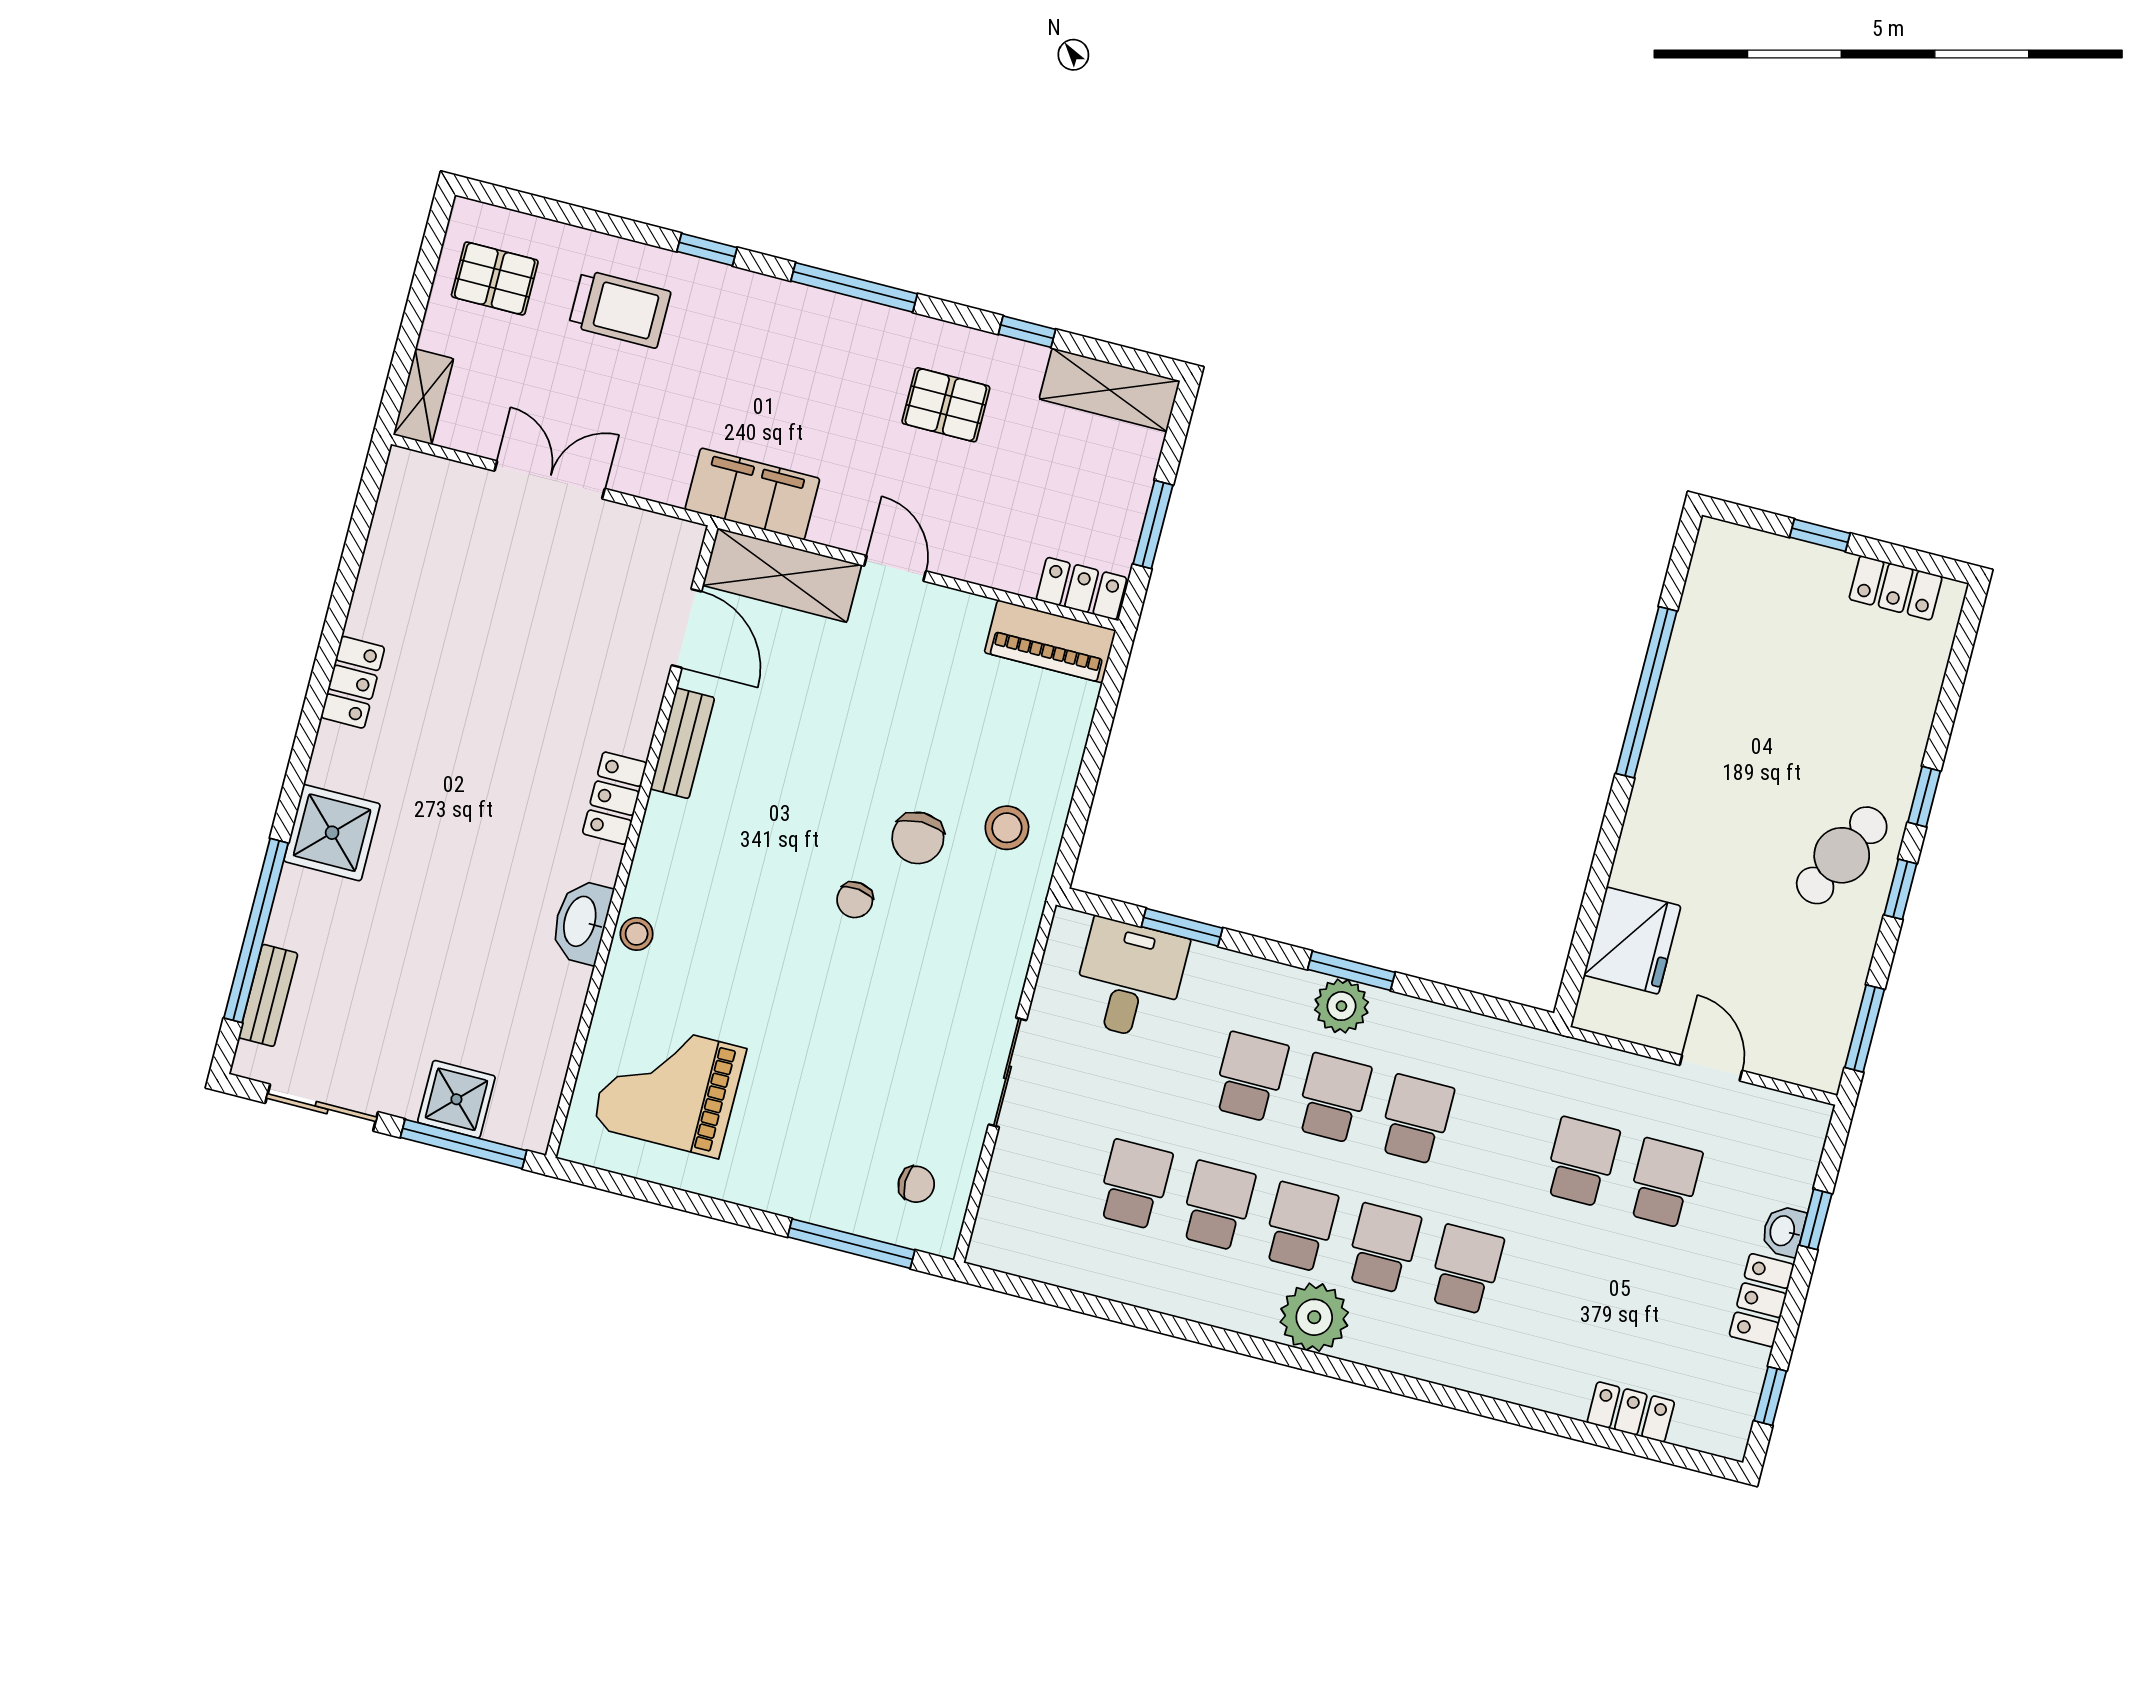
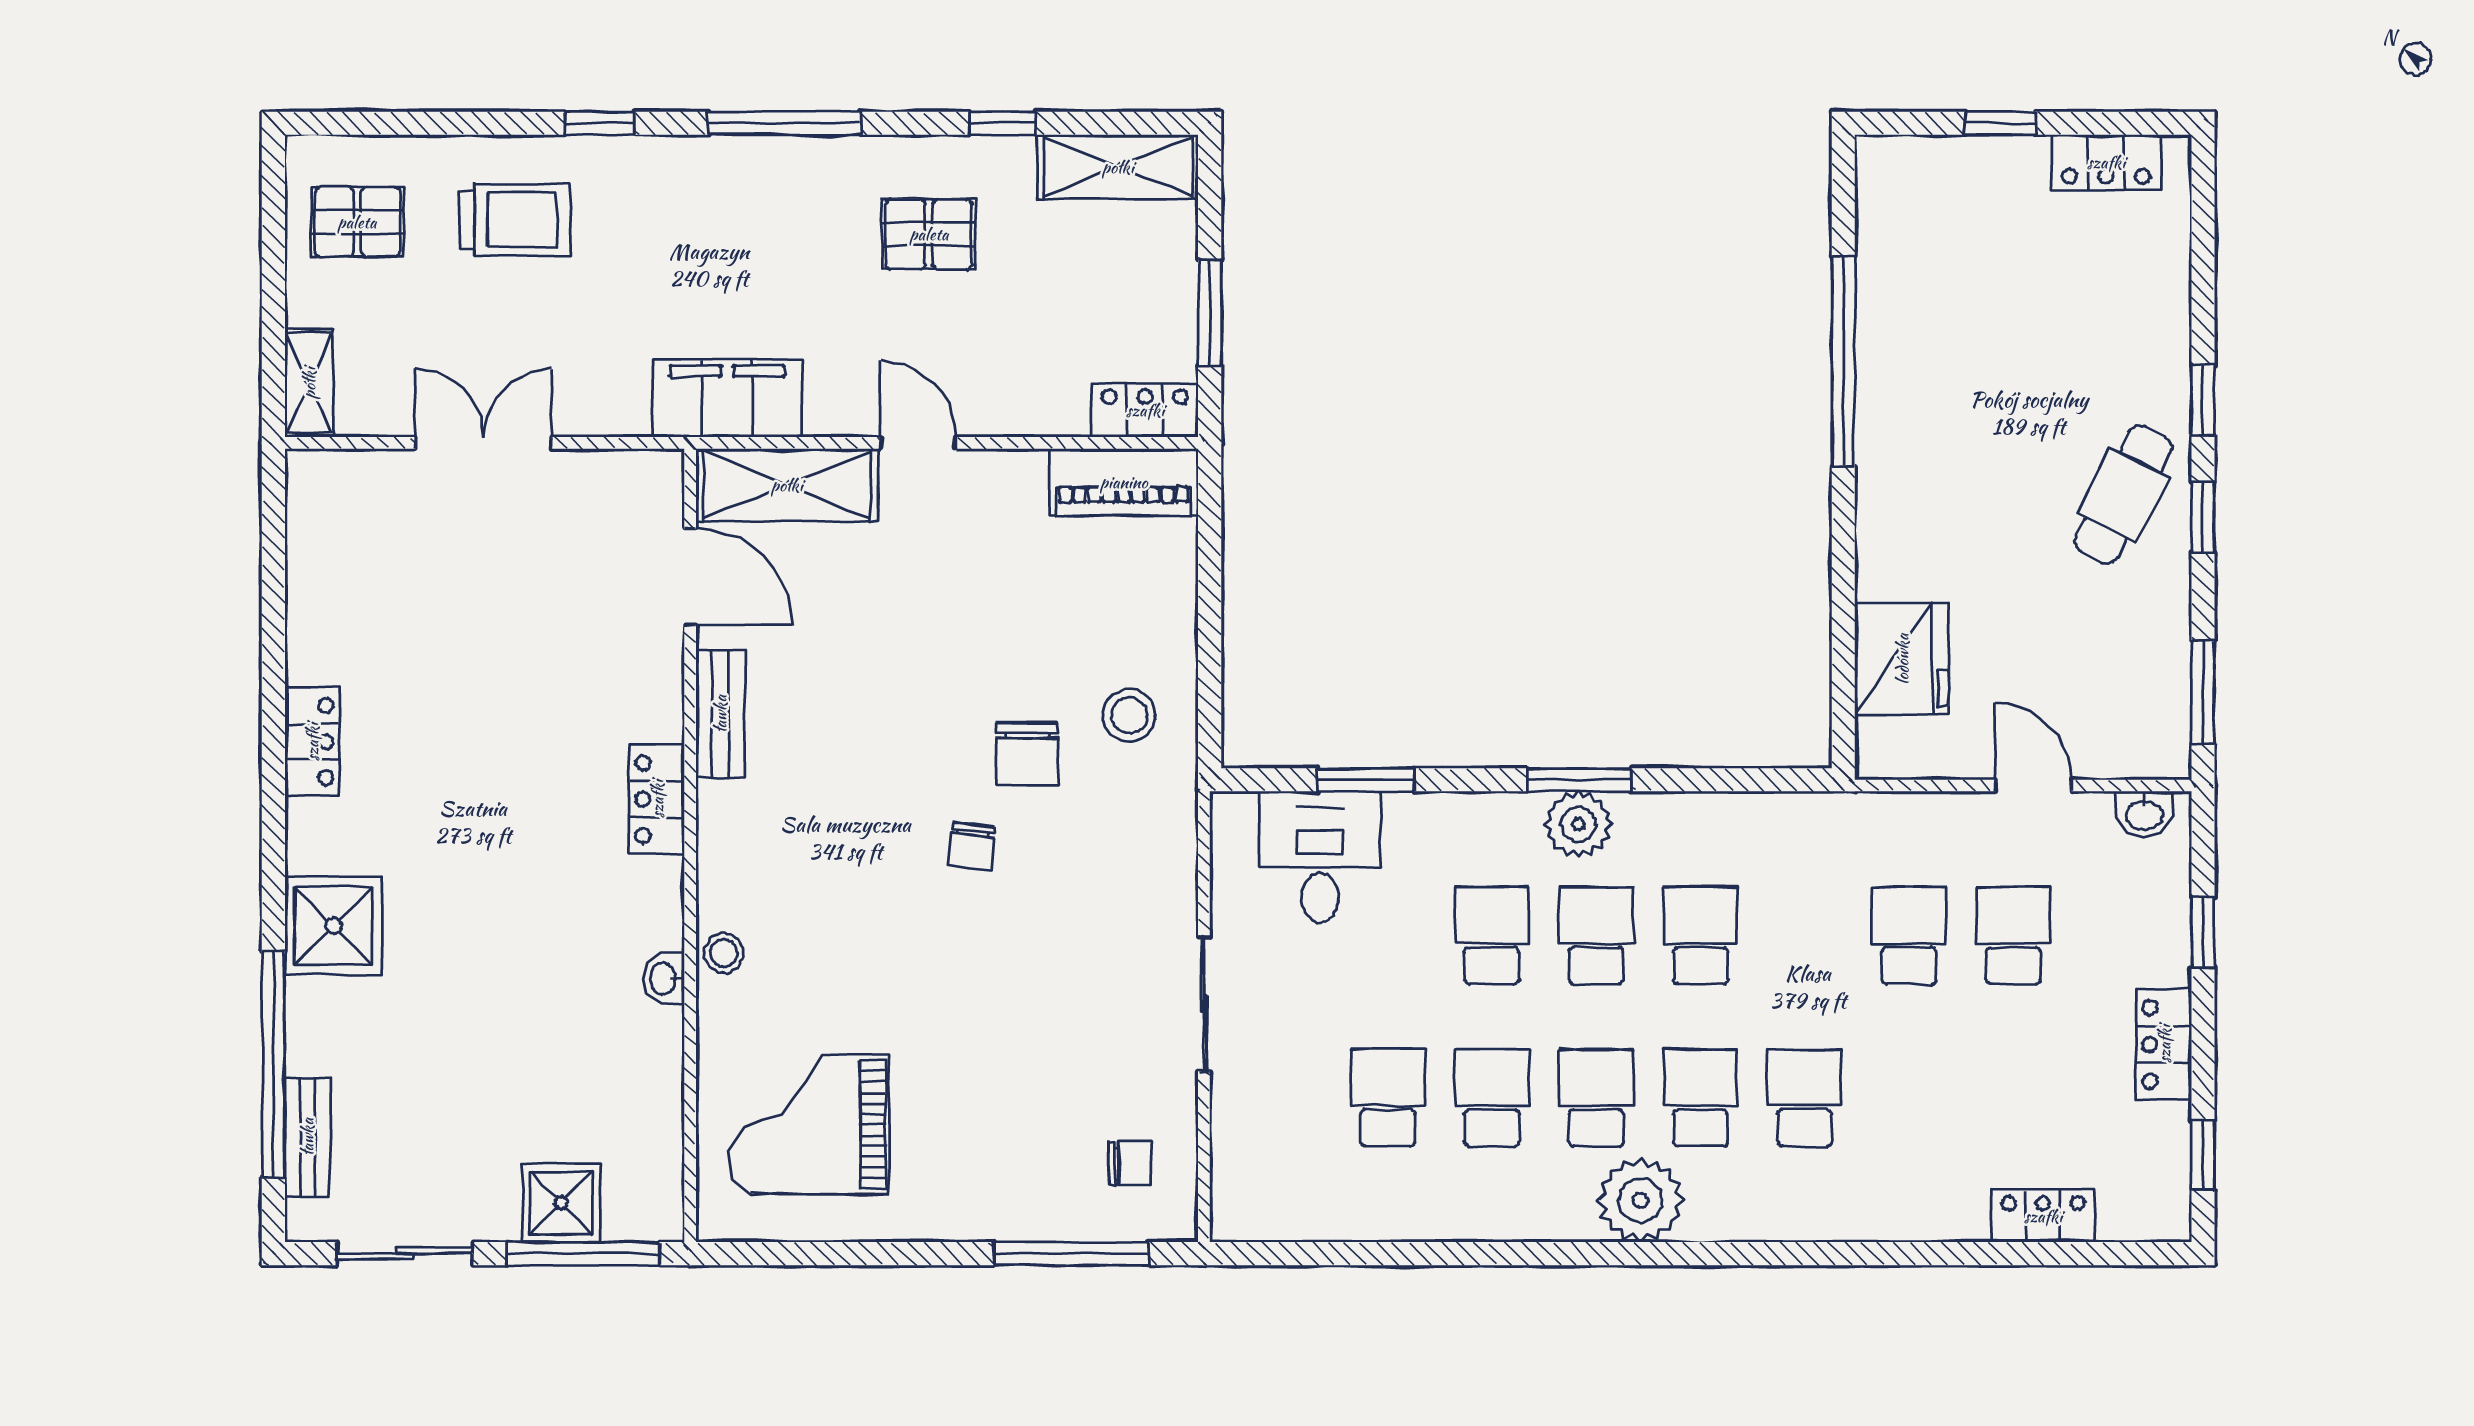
washbasin: (581, 922) -> (664, 978), width x0.52, depth x0.69
washbasin: (1783, 1231) -> (2144, 814), moved, turned -90

